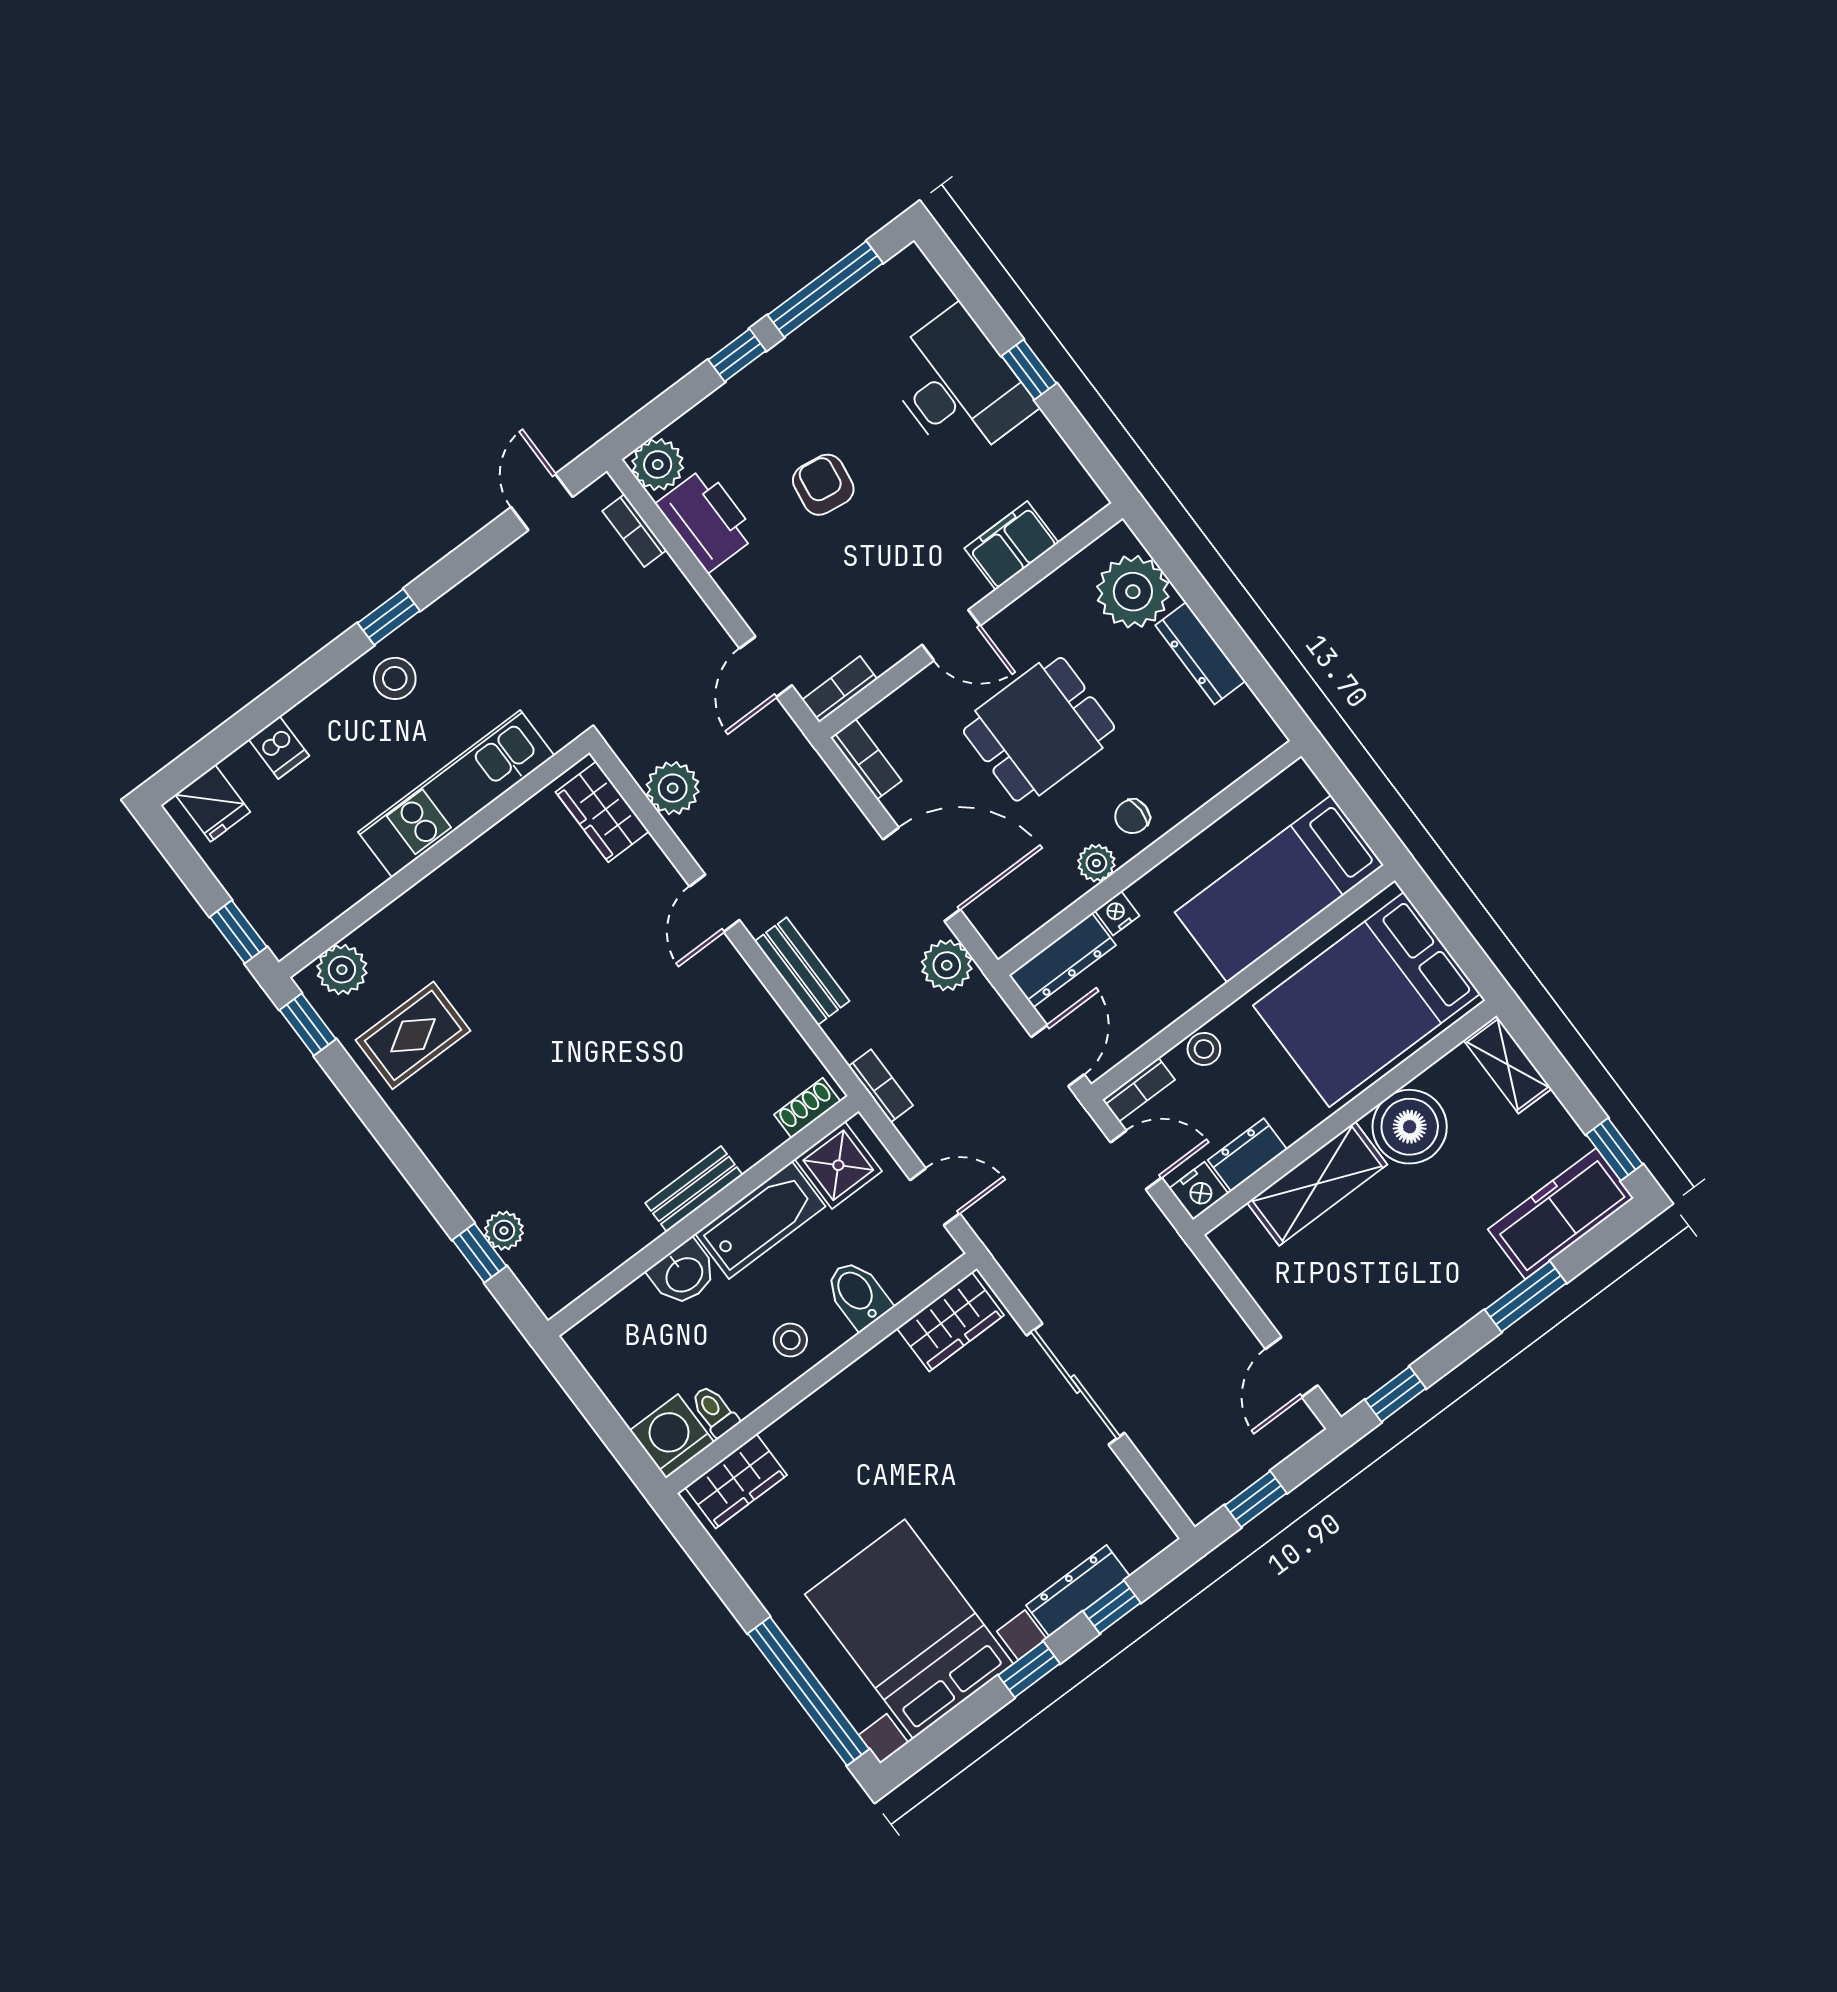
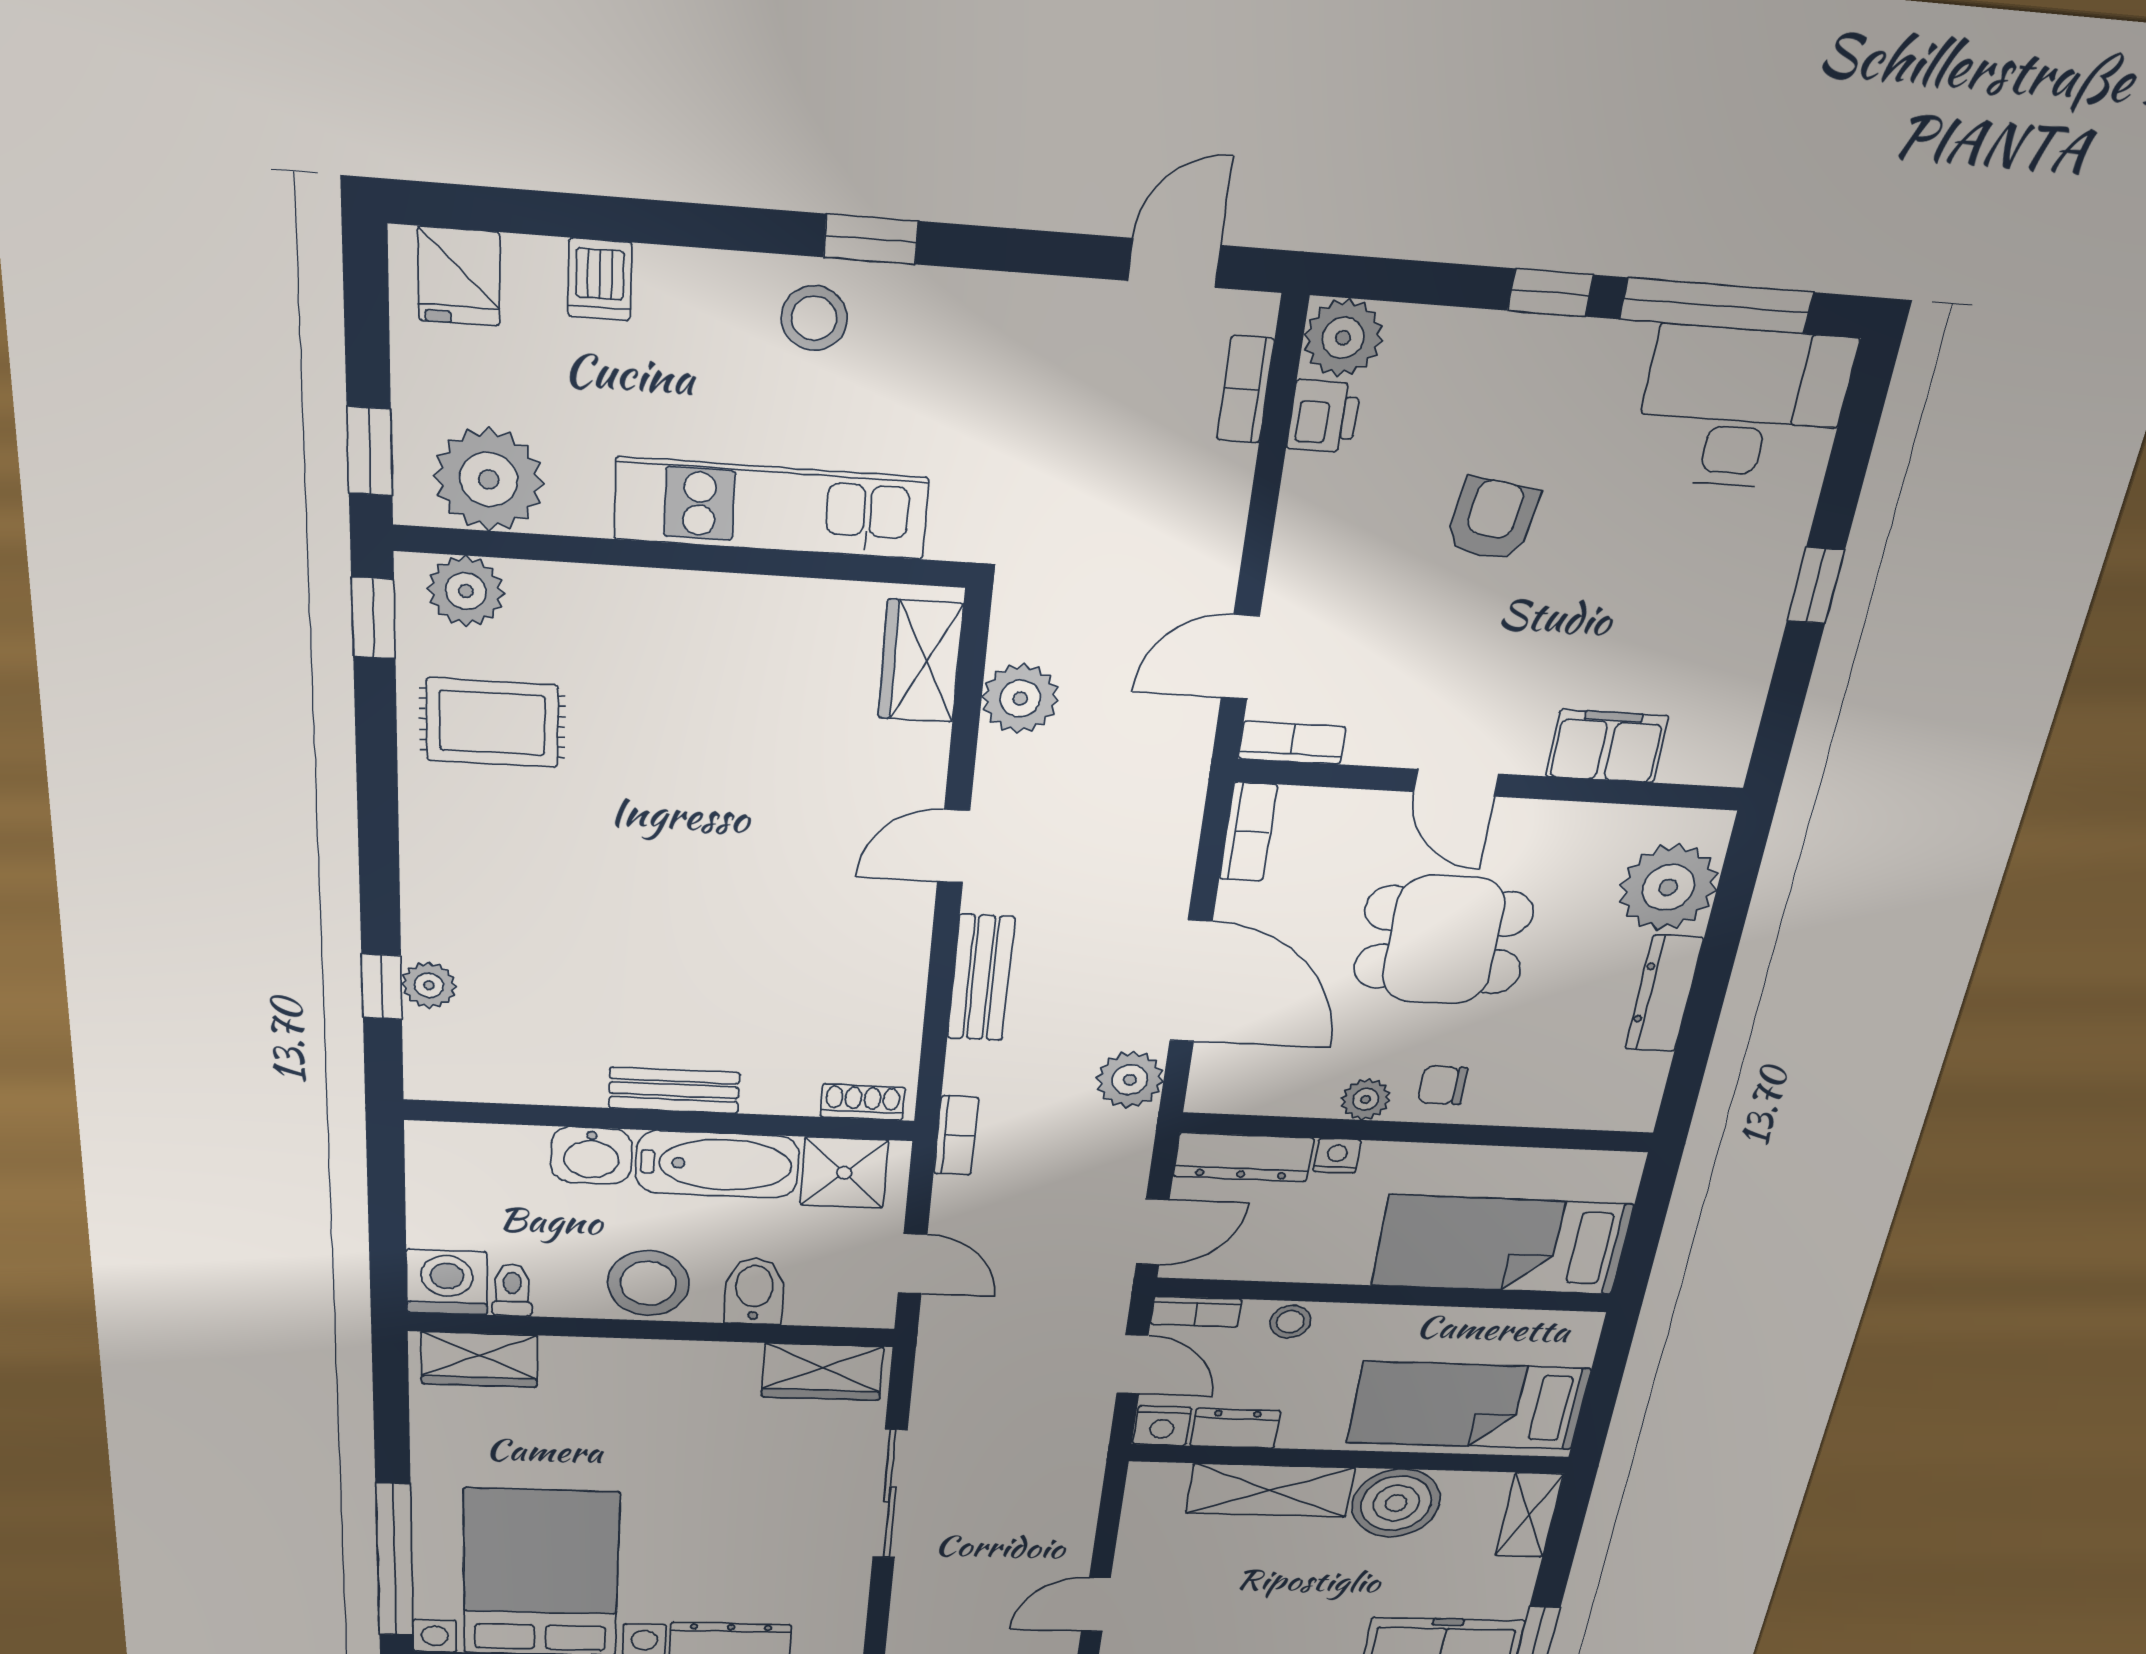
desk: (958, 386) -> (1742, 409), moved, turned -90
printer: (707, 520) -> (1324, 416), width x0.53, depth x0.68
plant: (306, 898) -> (489, 479), added
bed: (1367, 1000) -> (1468, 1406), width x0.67
stool: (790, 1340) -> (648, 1283), width x1.89, depth x1.89

